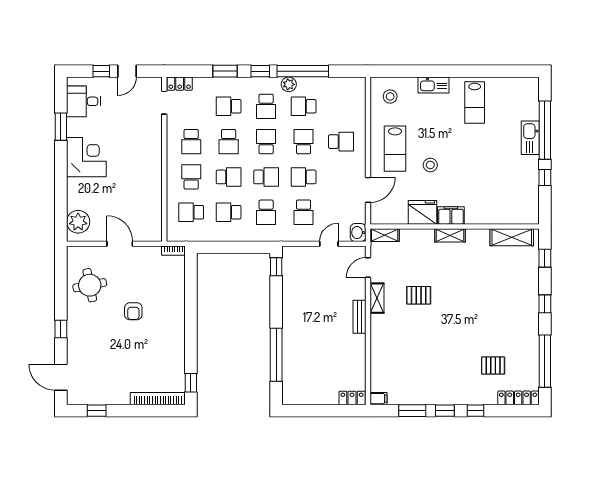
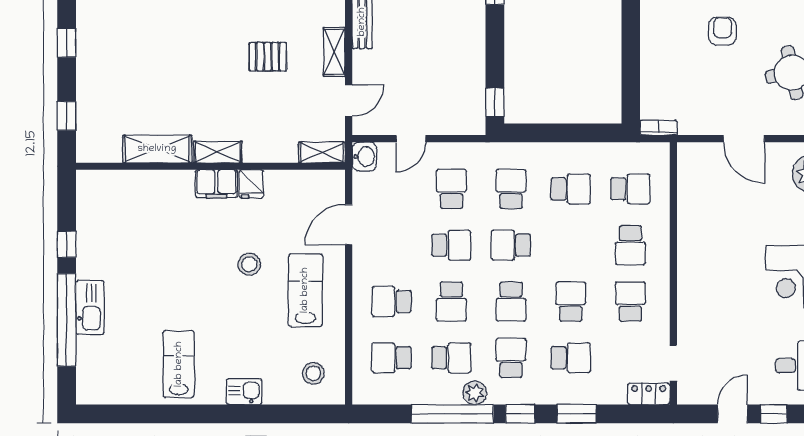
kitchen sink: (434, 85) -> (244, 392), width x0.73
school desk: (229, 177) -> (392, 358), moved
fridge: (422, 212) -> (251, 184), width x0.53, depth x0.75
shelving: (512, 237) -> (157, 149), moved

